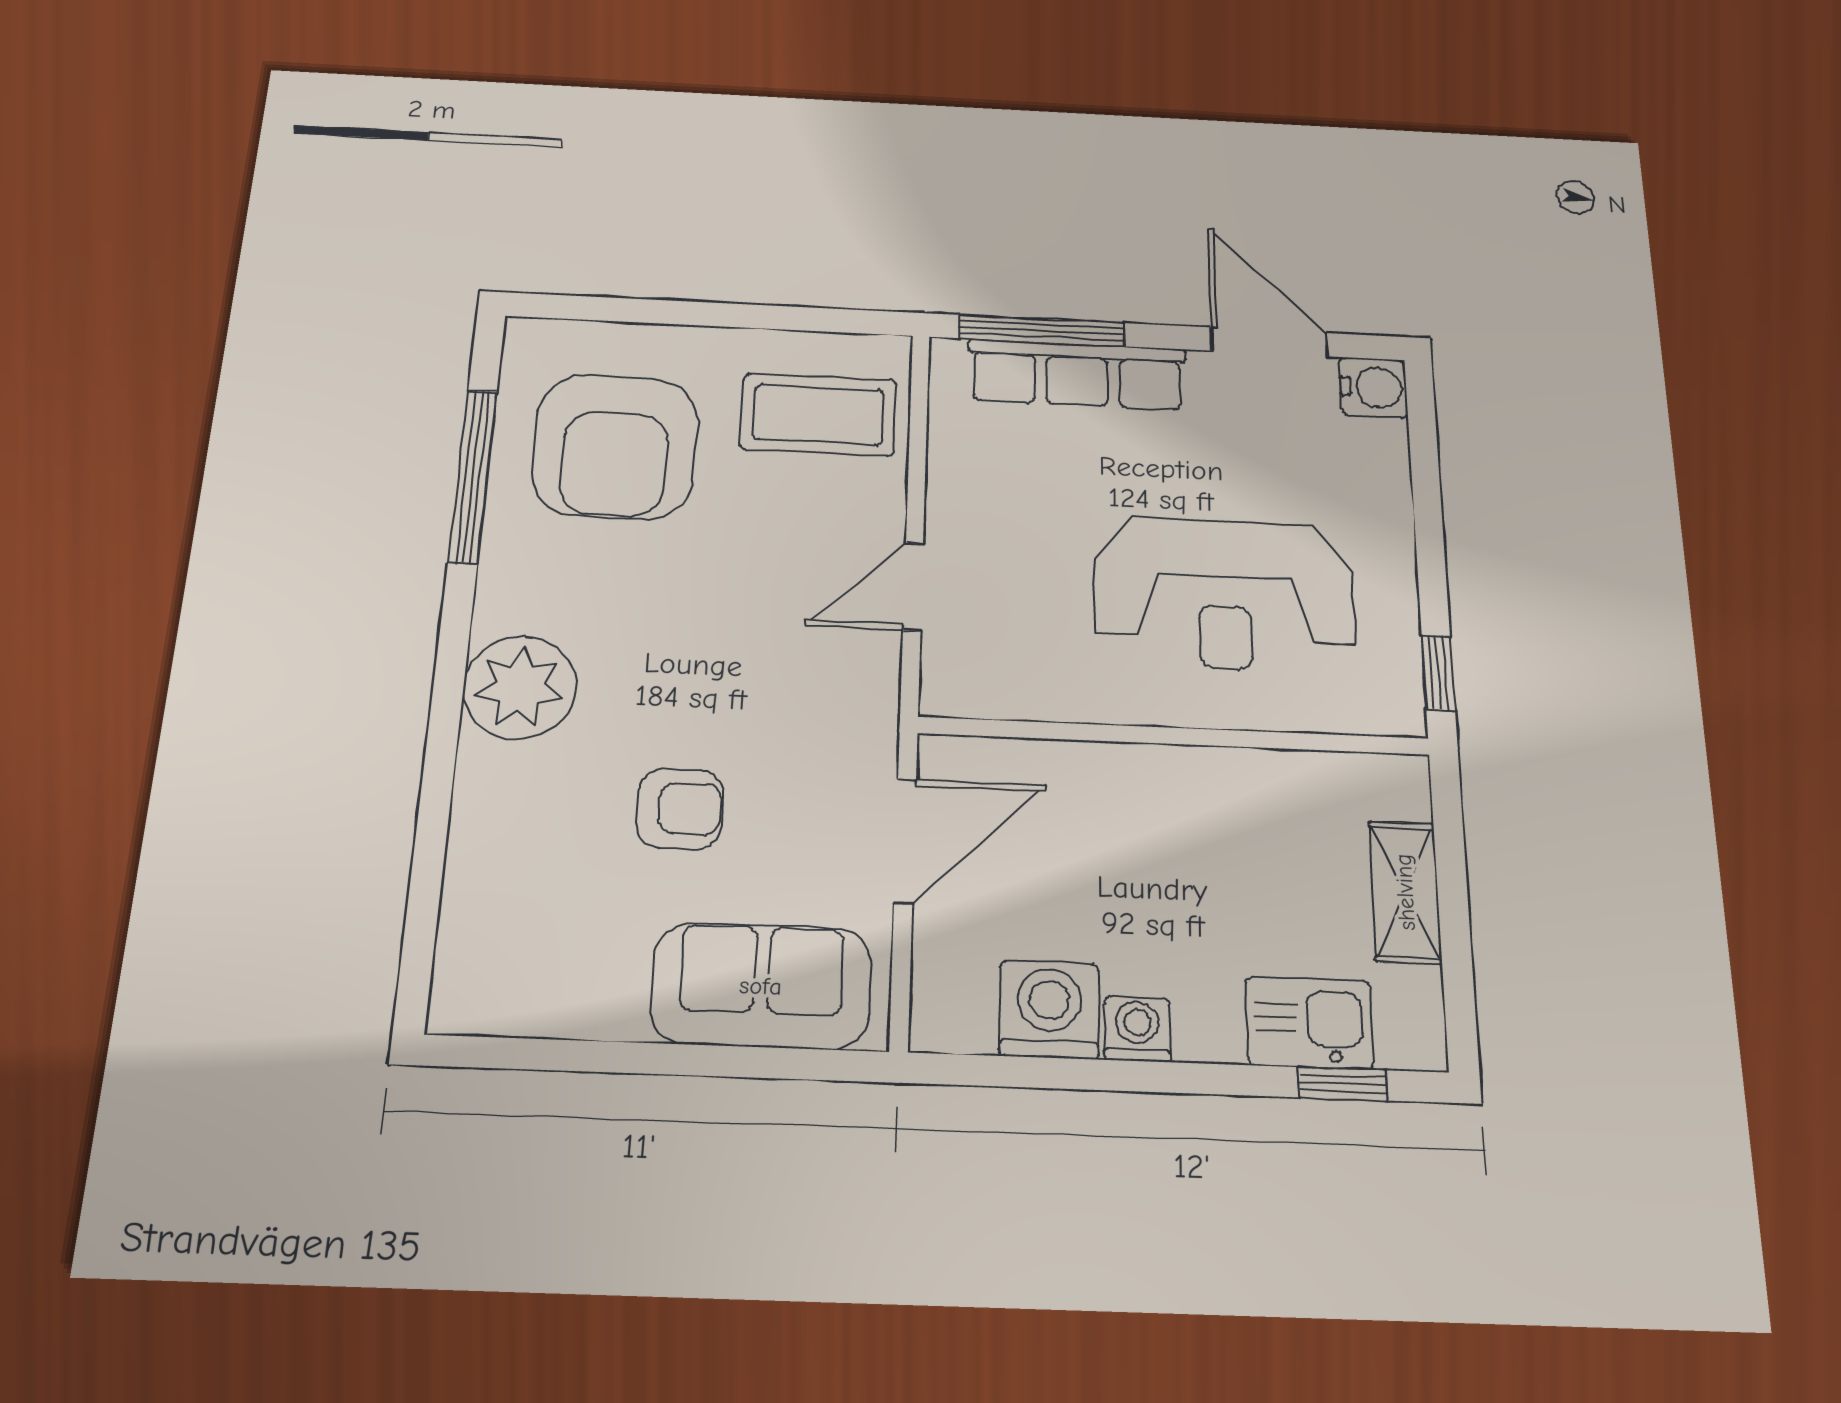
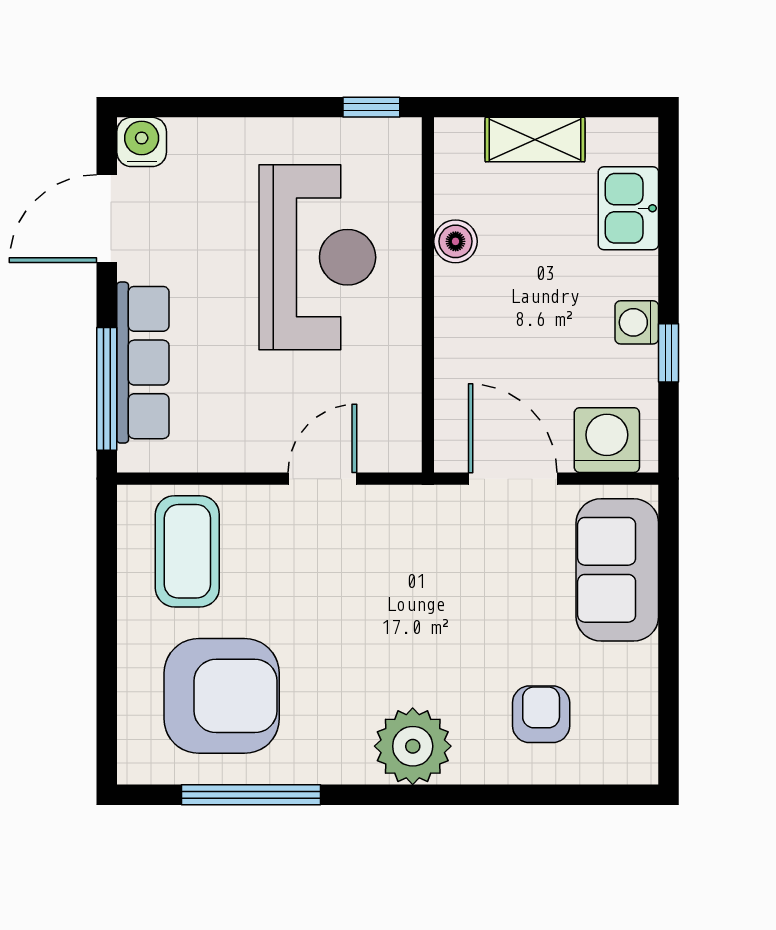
door: (913, 586) -> (322, 479), swing flipped
boiler: (1252, 776) -> (456, 241), added
armchair: (680, 809) -> (541, 714), moved
washing machine: (1049, 1009) -> (607, 440), moved, turned 90
window: (1343, 1084) -> (669, 353), moved

